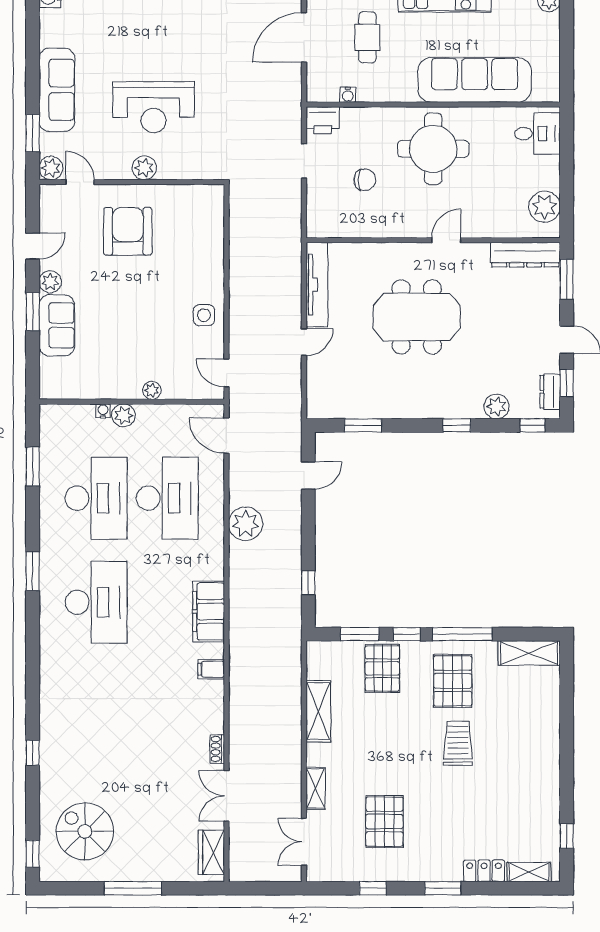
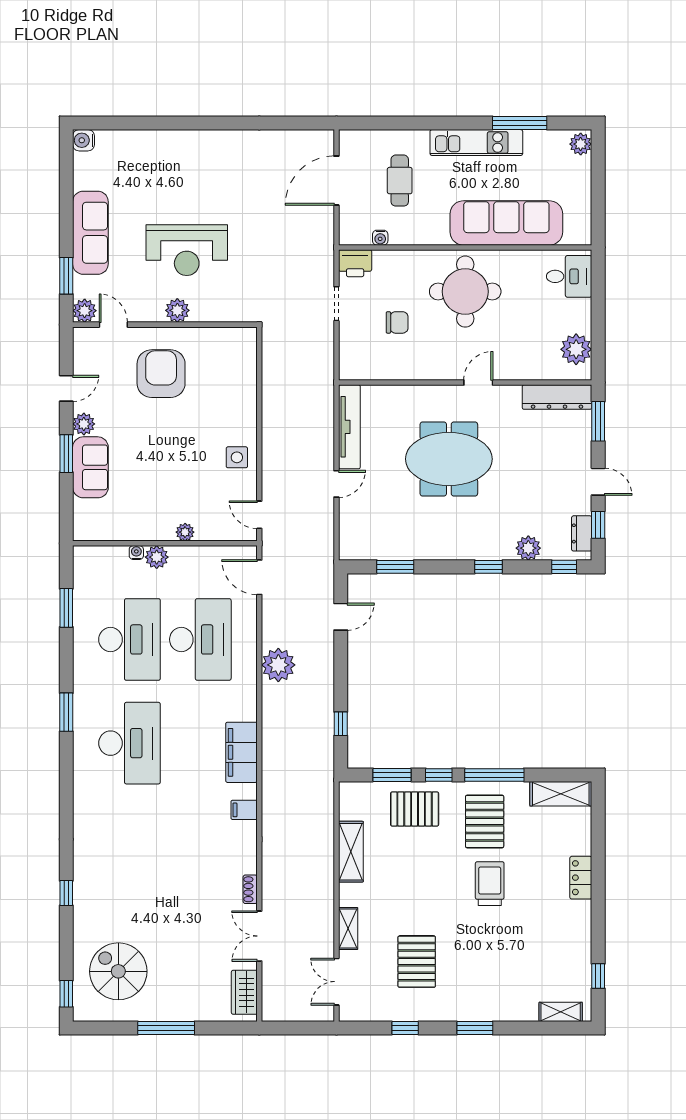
pallet: (382, 668) -> (415, 809), turned 90
locker: (484, 871) -> (581, 878), moved, turned -90

